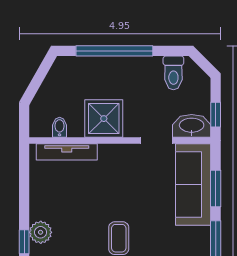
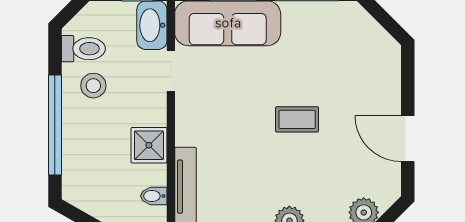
stool: (145, 81) -> (93, 86), added
shower: (104, 119) -> (149, 145), width x0.73, depth x0.73

